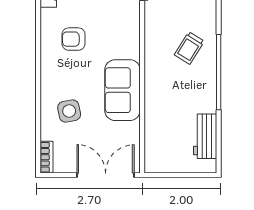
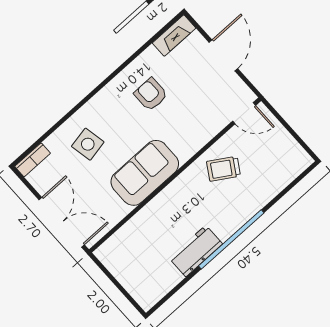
trolley: (189, 48) -> (224, 169), moved
workbench: (205, 136) -> (196, 251), moved

